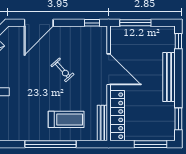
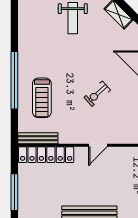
door: (109, 69) -> (98, 145), width x0.53

